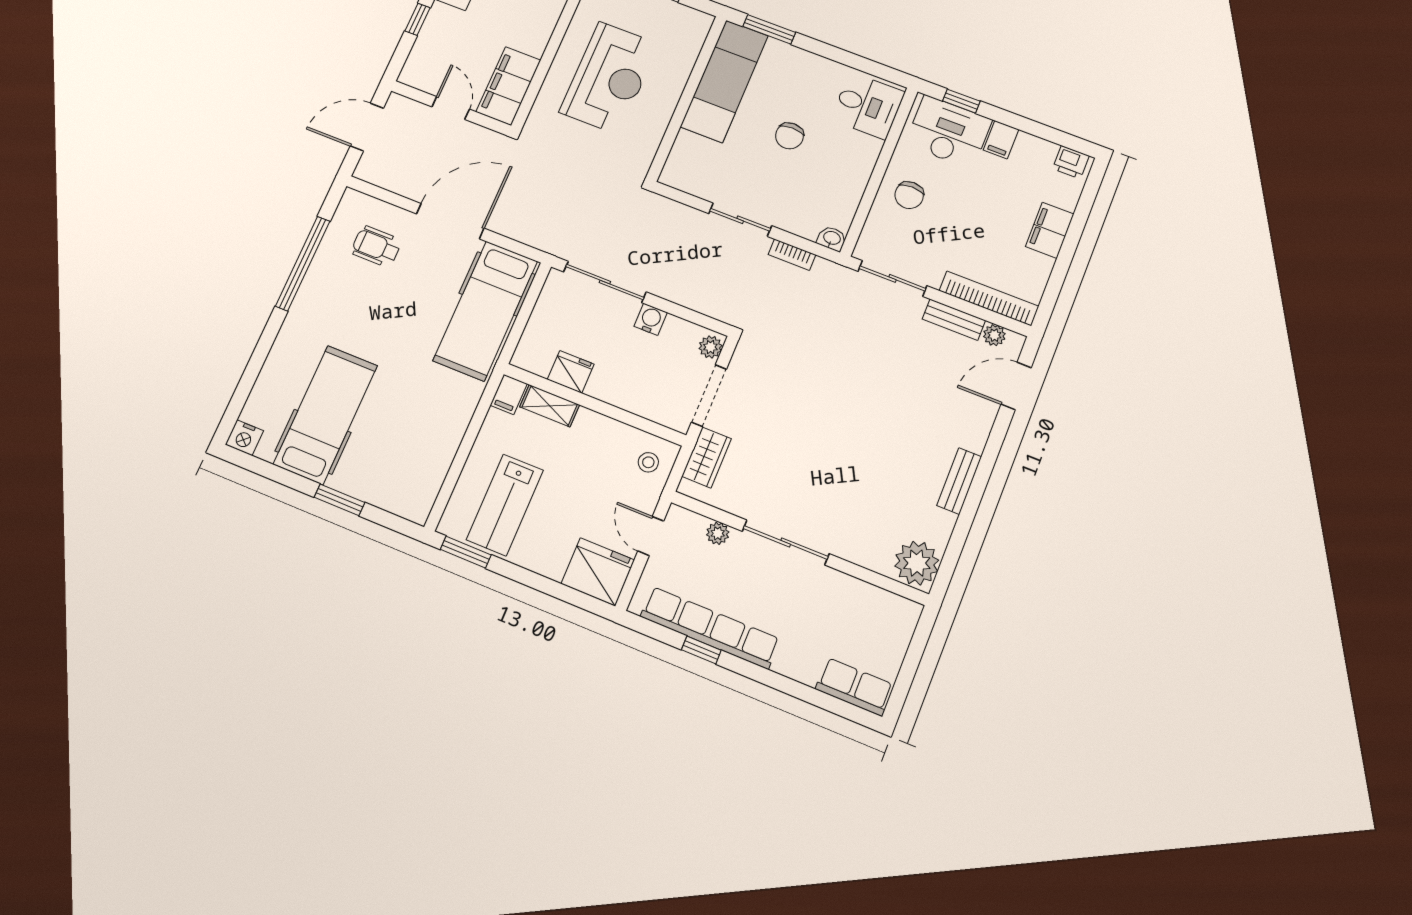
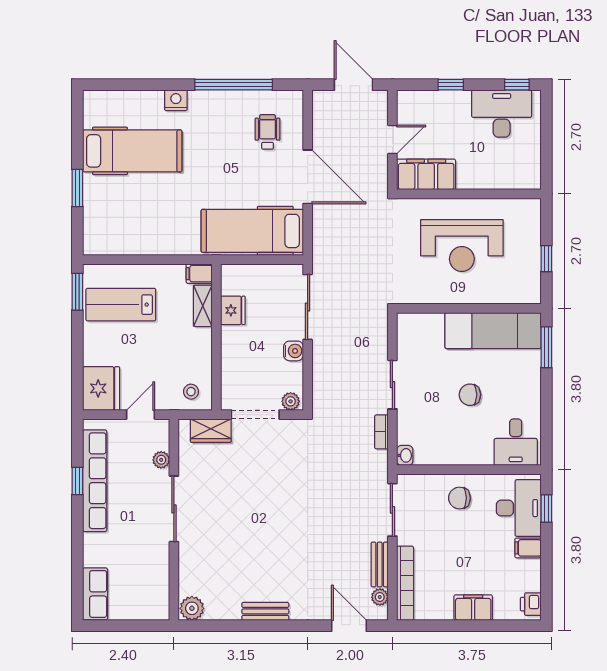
nightstand: (244, 438) -> (176, 100), moved, turned 90
plant: (917, 563) -> (192, 608), width x0.73, depth x0.73

